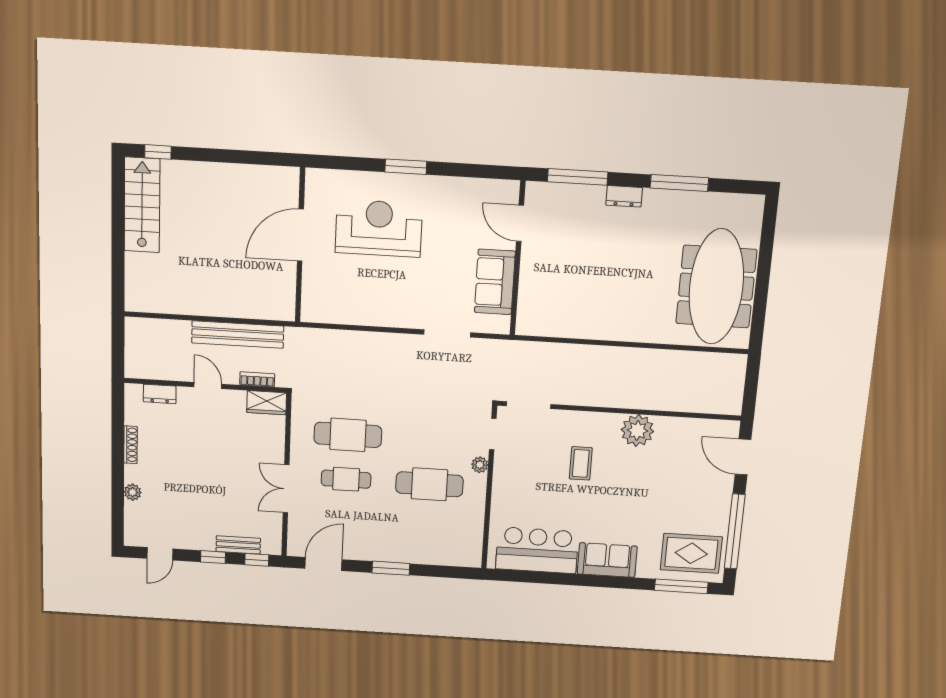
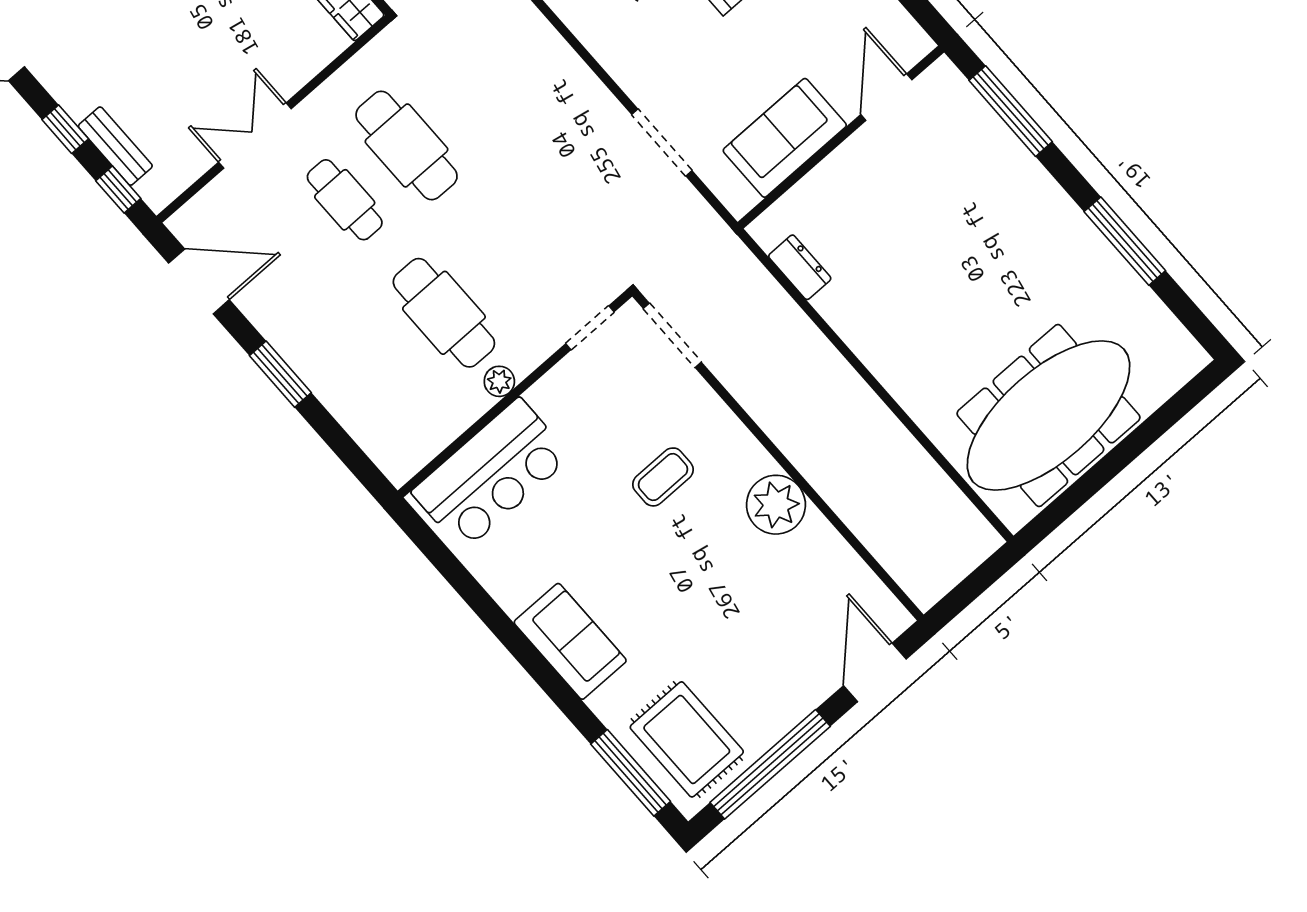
dresser: (624, 196) -> (800, 267), moved, turned 180
plant: (480, 465) -> (499, 381), moved
bar counter: (537, 550) -> (491, 474), moved, turned 90

